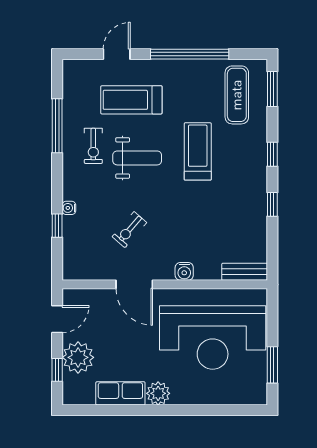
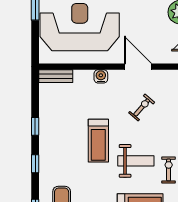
treadmill: (198, 151) -> (98, 141), moved
weight bench: (137, 158) -> (136, 161), turned 180

